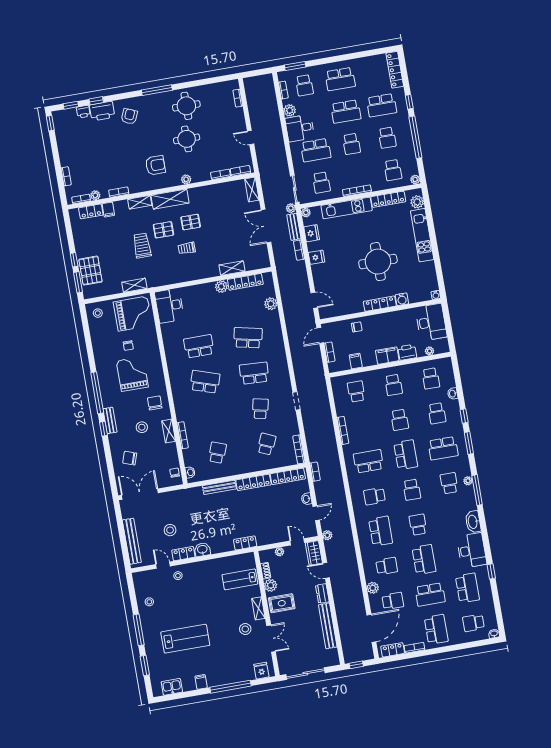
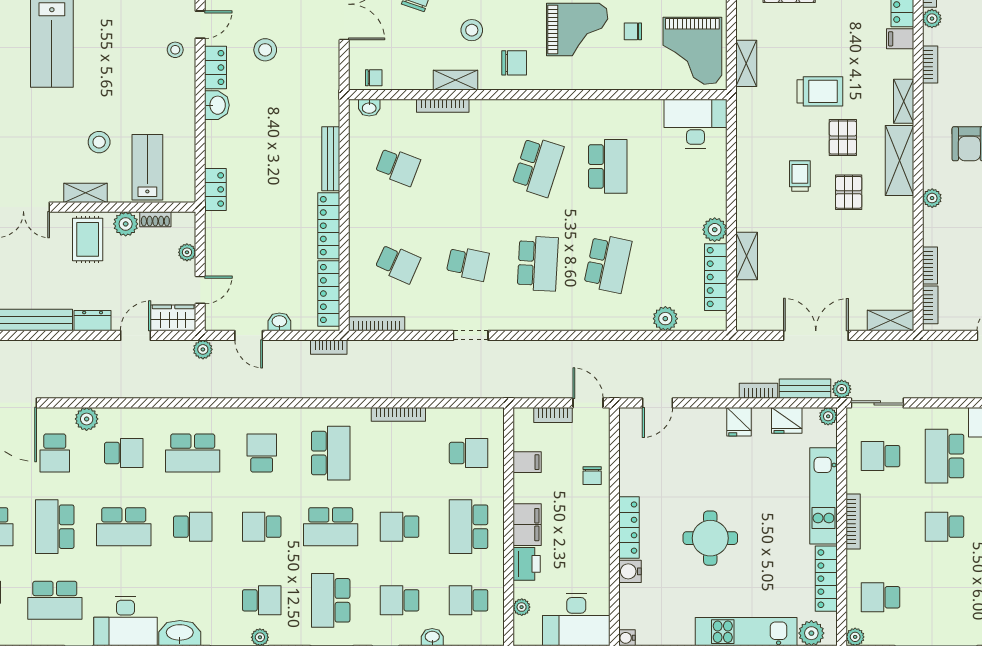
school desk: (387, 138) -> (945, 597), removed
round table: (378, 262) -> (710, 538), width x0.73, depth x0.73
school desk: (394, 385) -> (469, 527), width x1.85
school desk: (387, 566) -> (124, 453), turned -90
stool: (245, 629) -> (99, 142), moved

